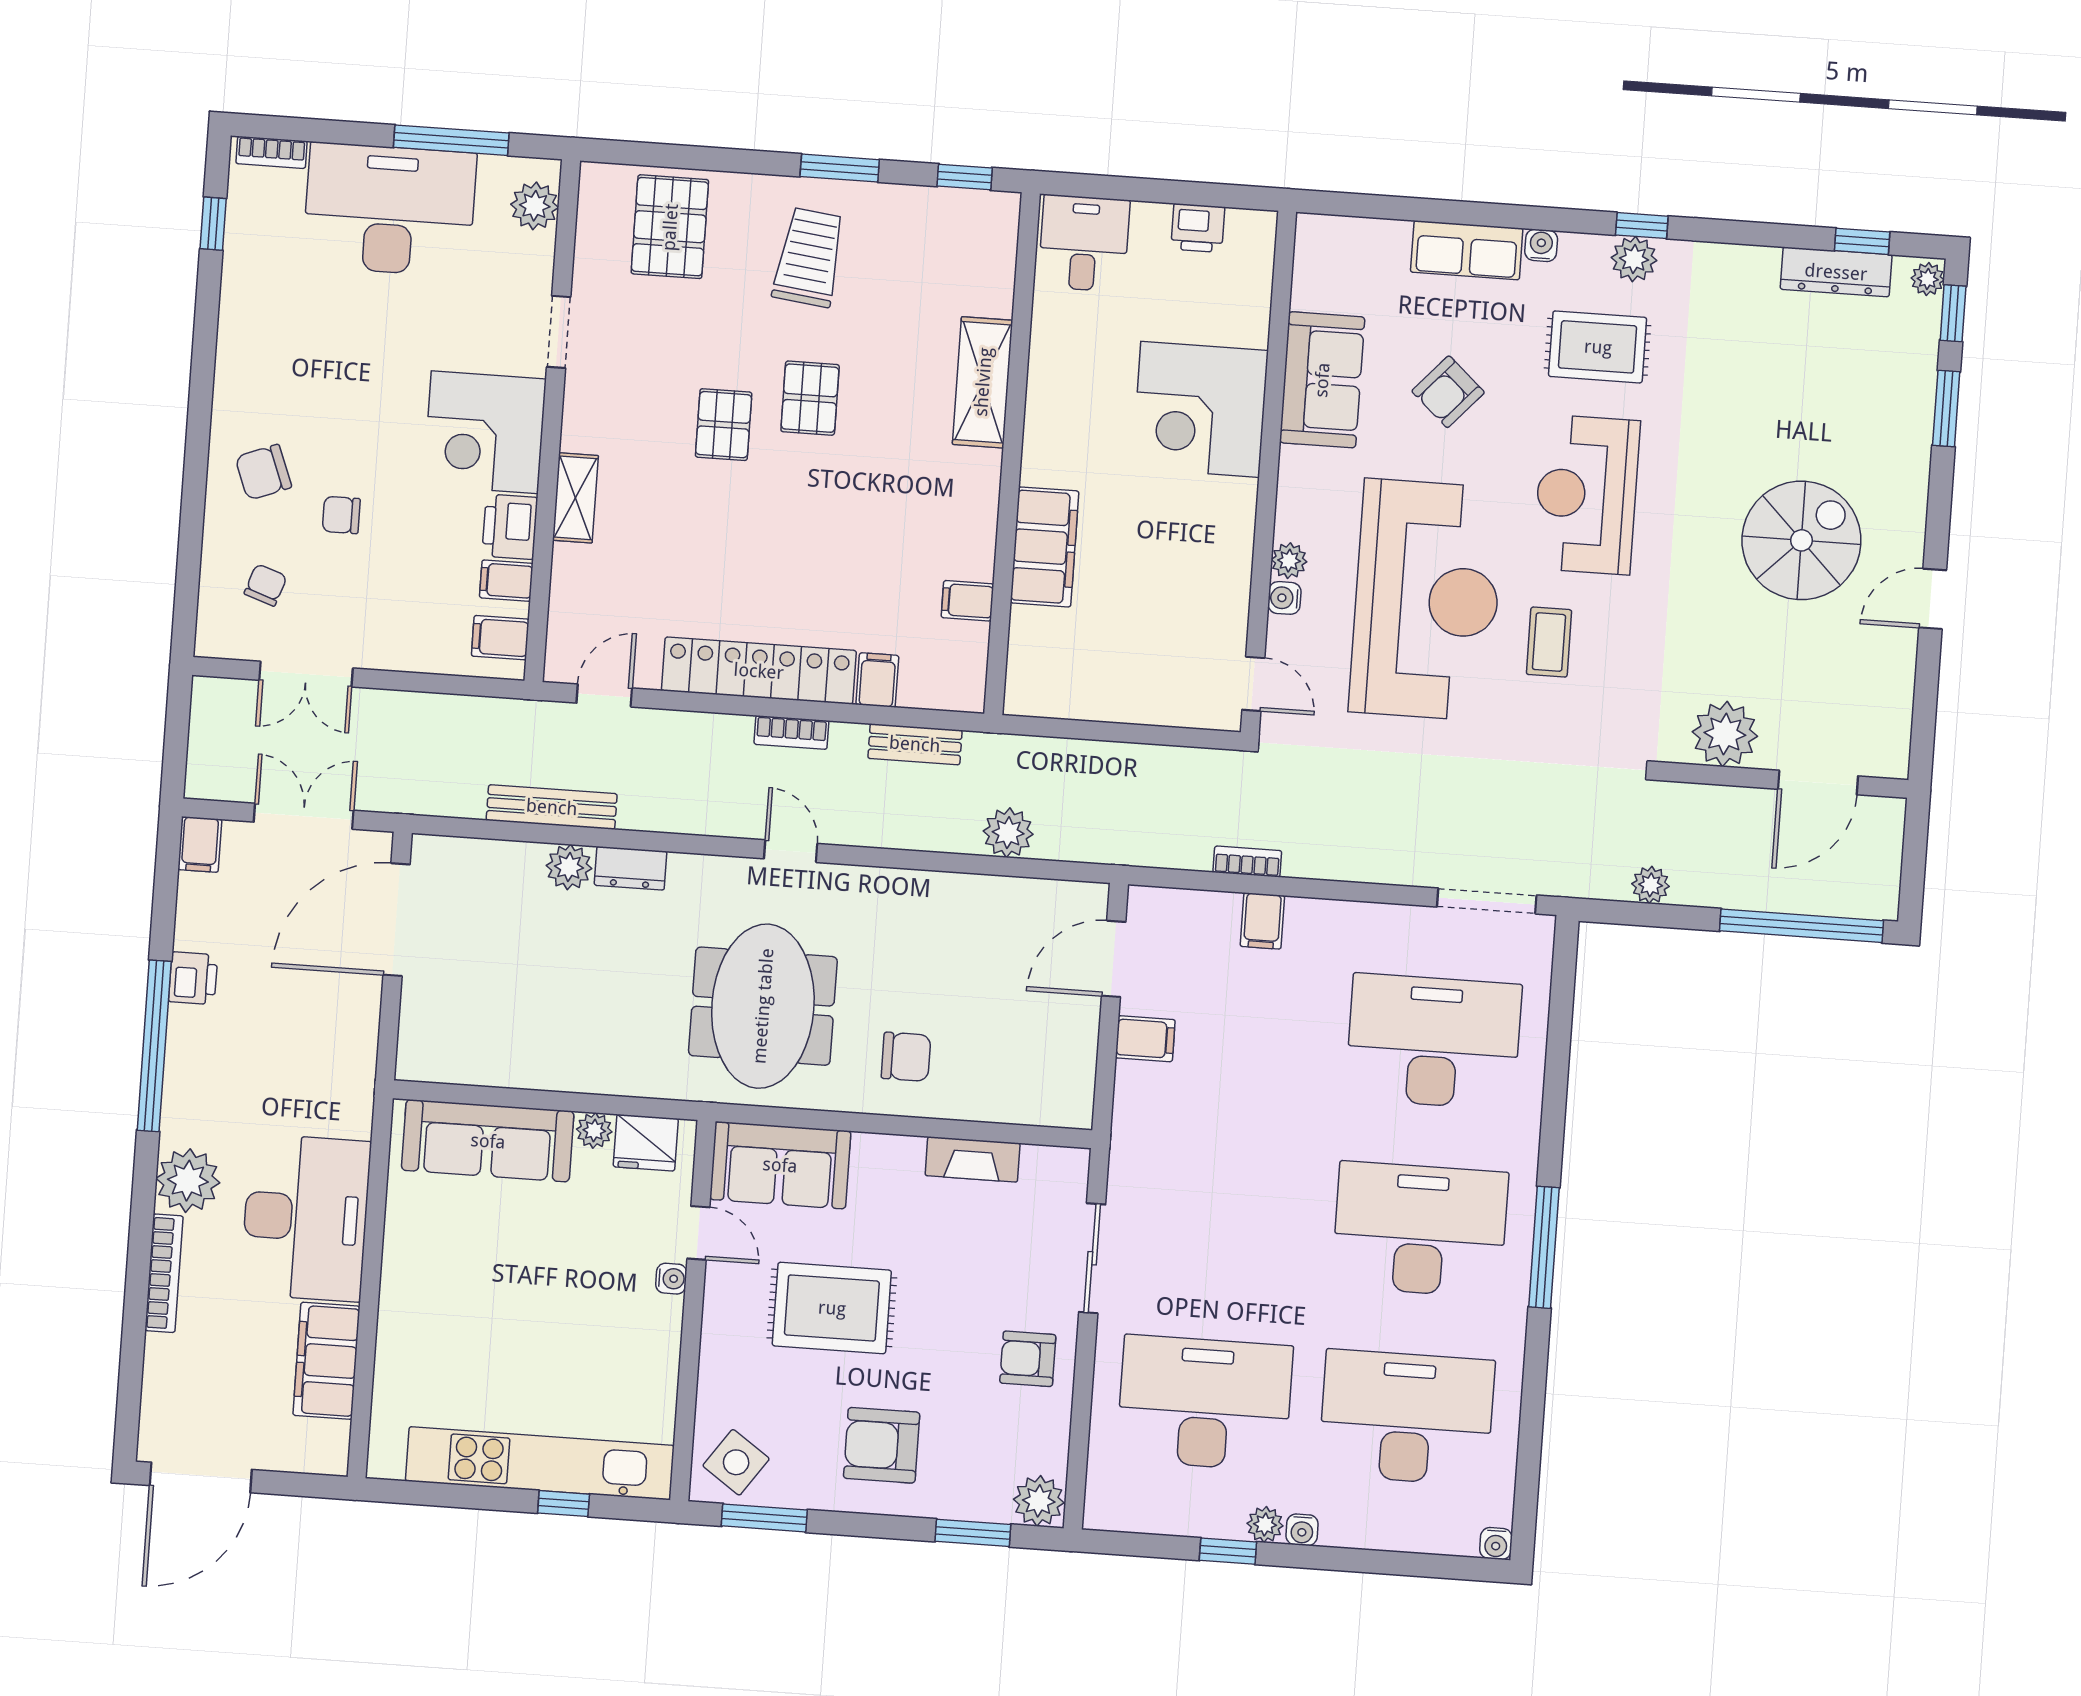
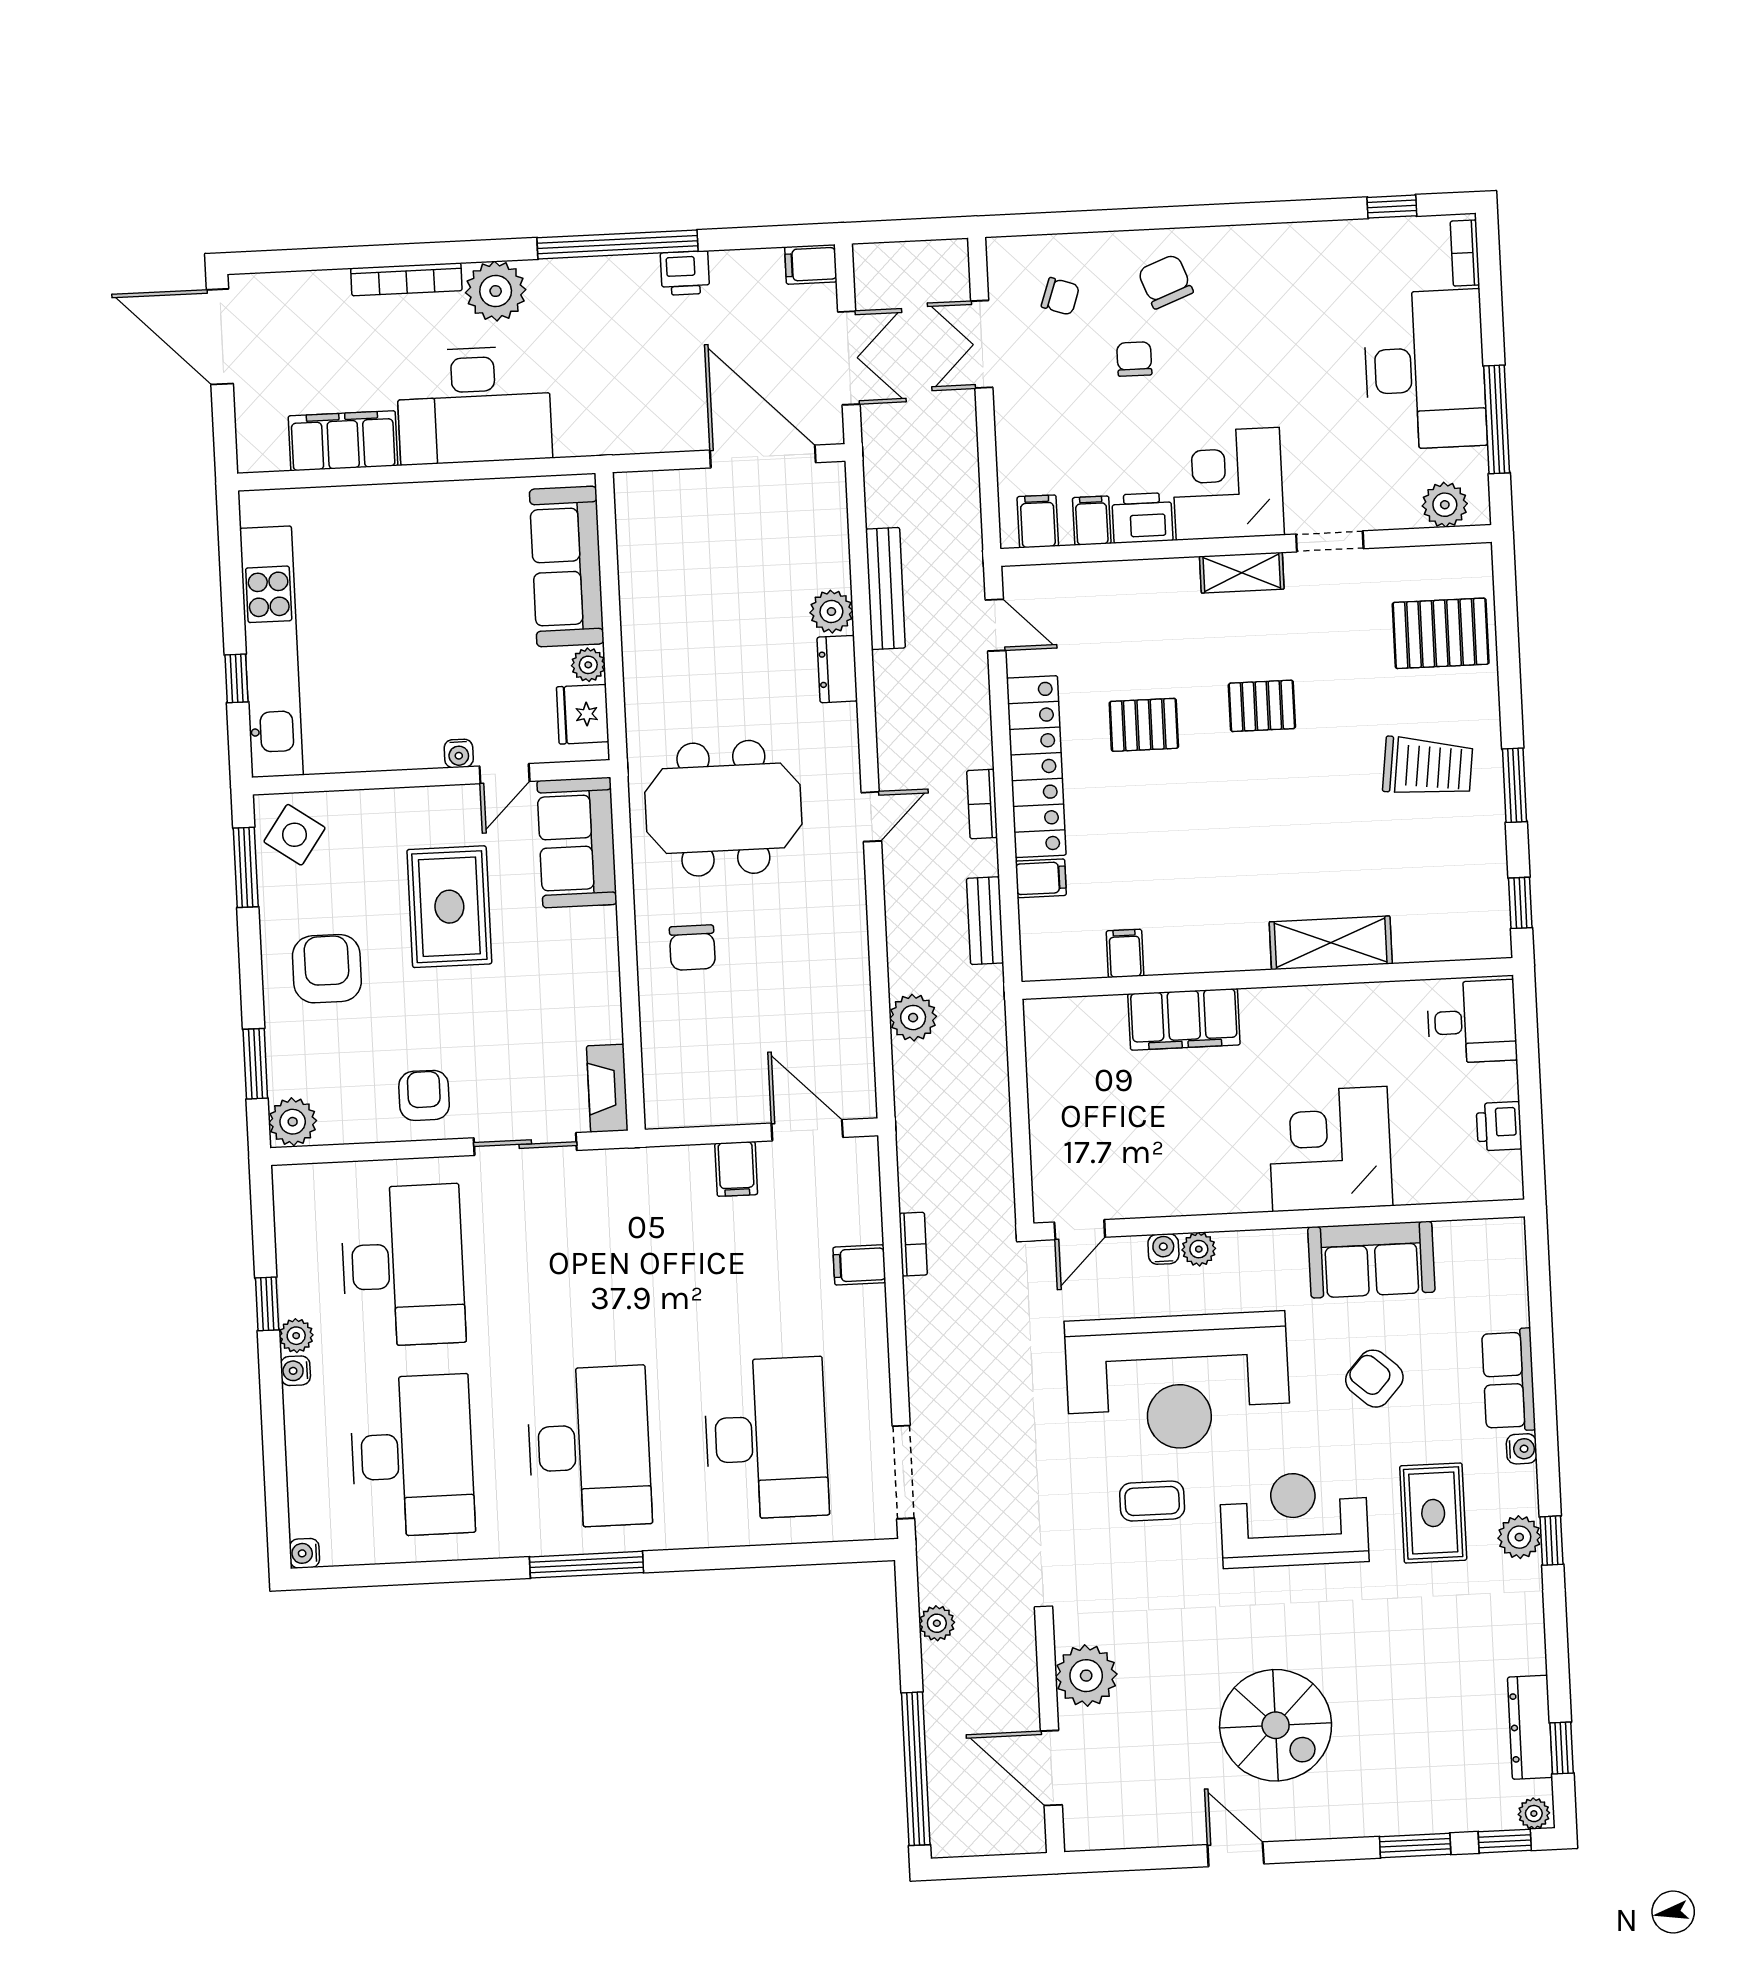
pallet: (810, 398) -> (1144, 725), moved
shelving: (575, 498) -> (1242, 573), moved
fireplace: (973, 1159) -> (607, 1088), moved

